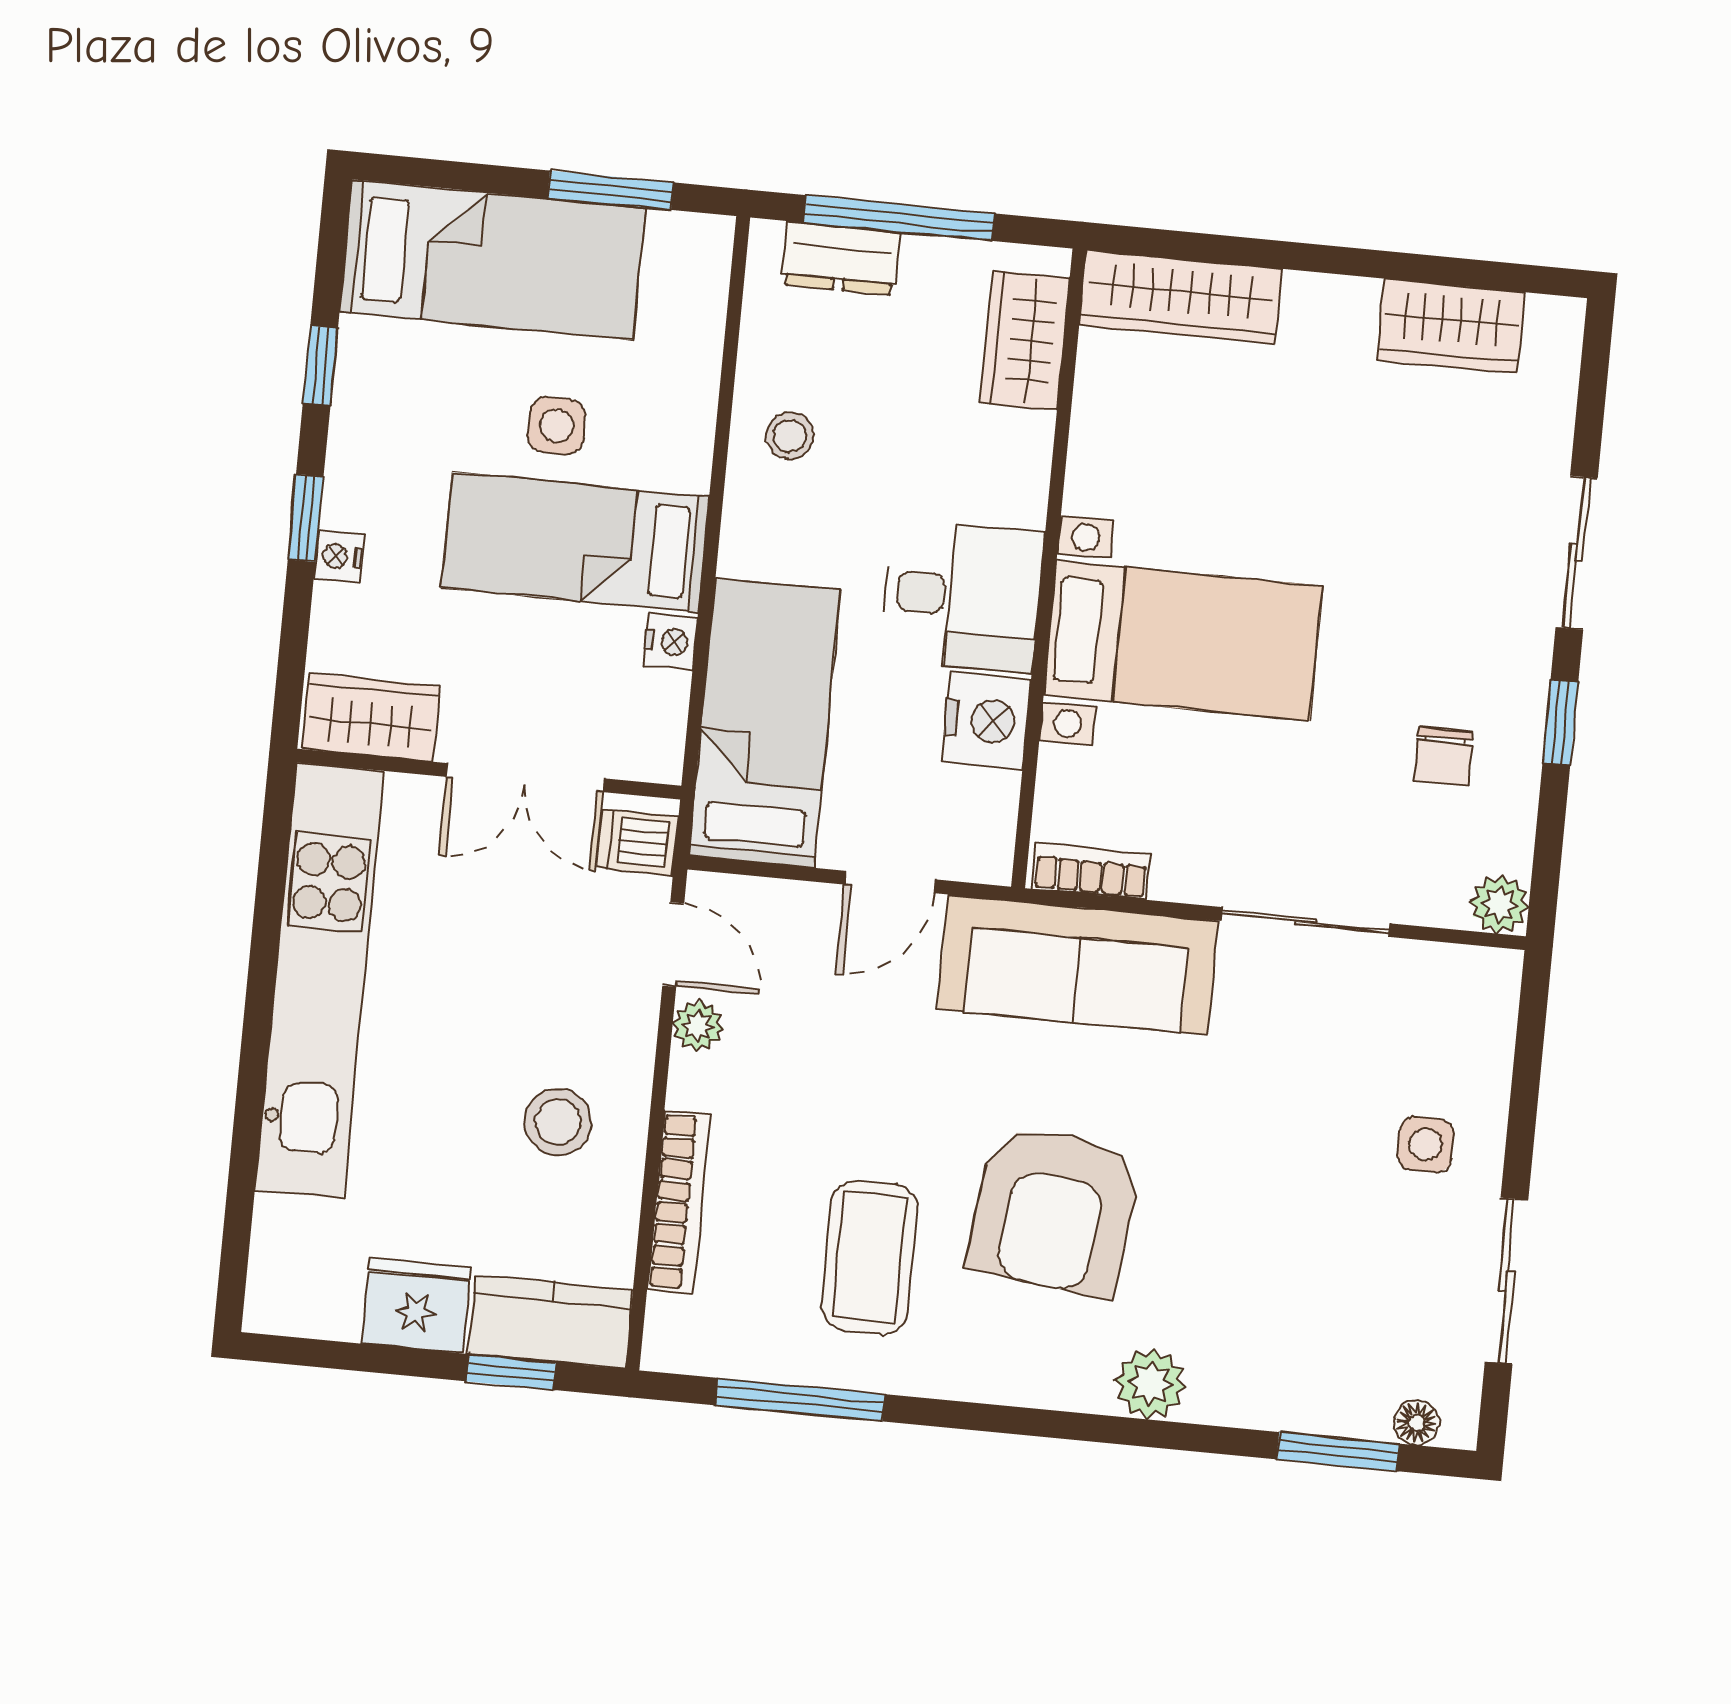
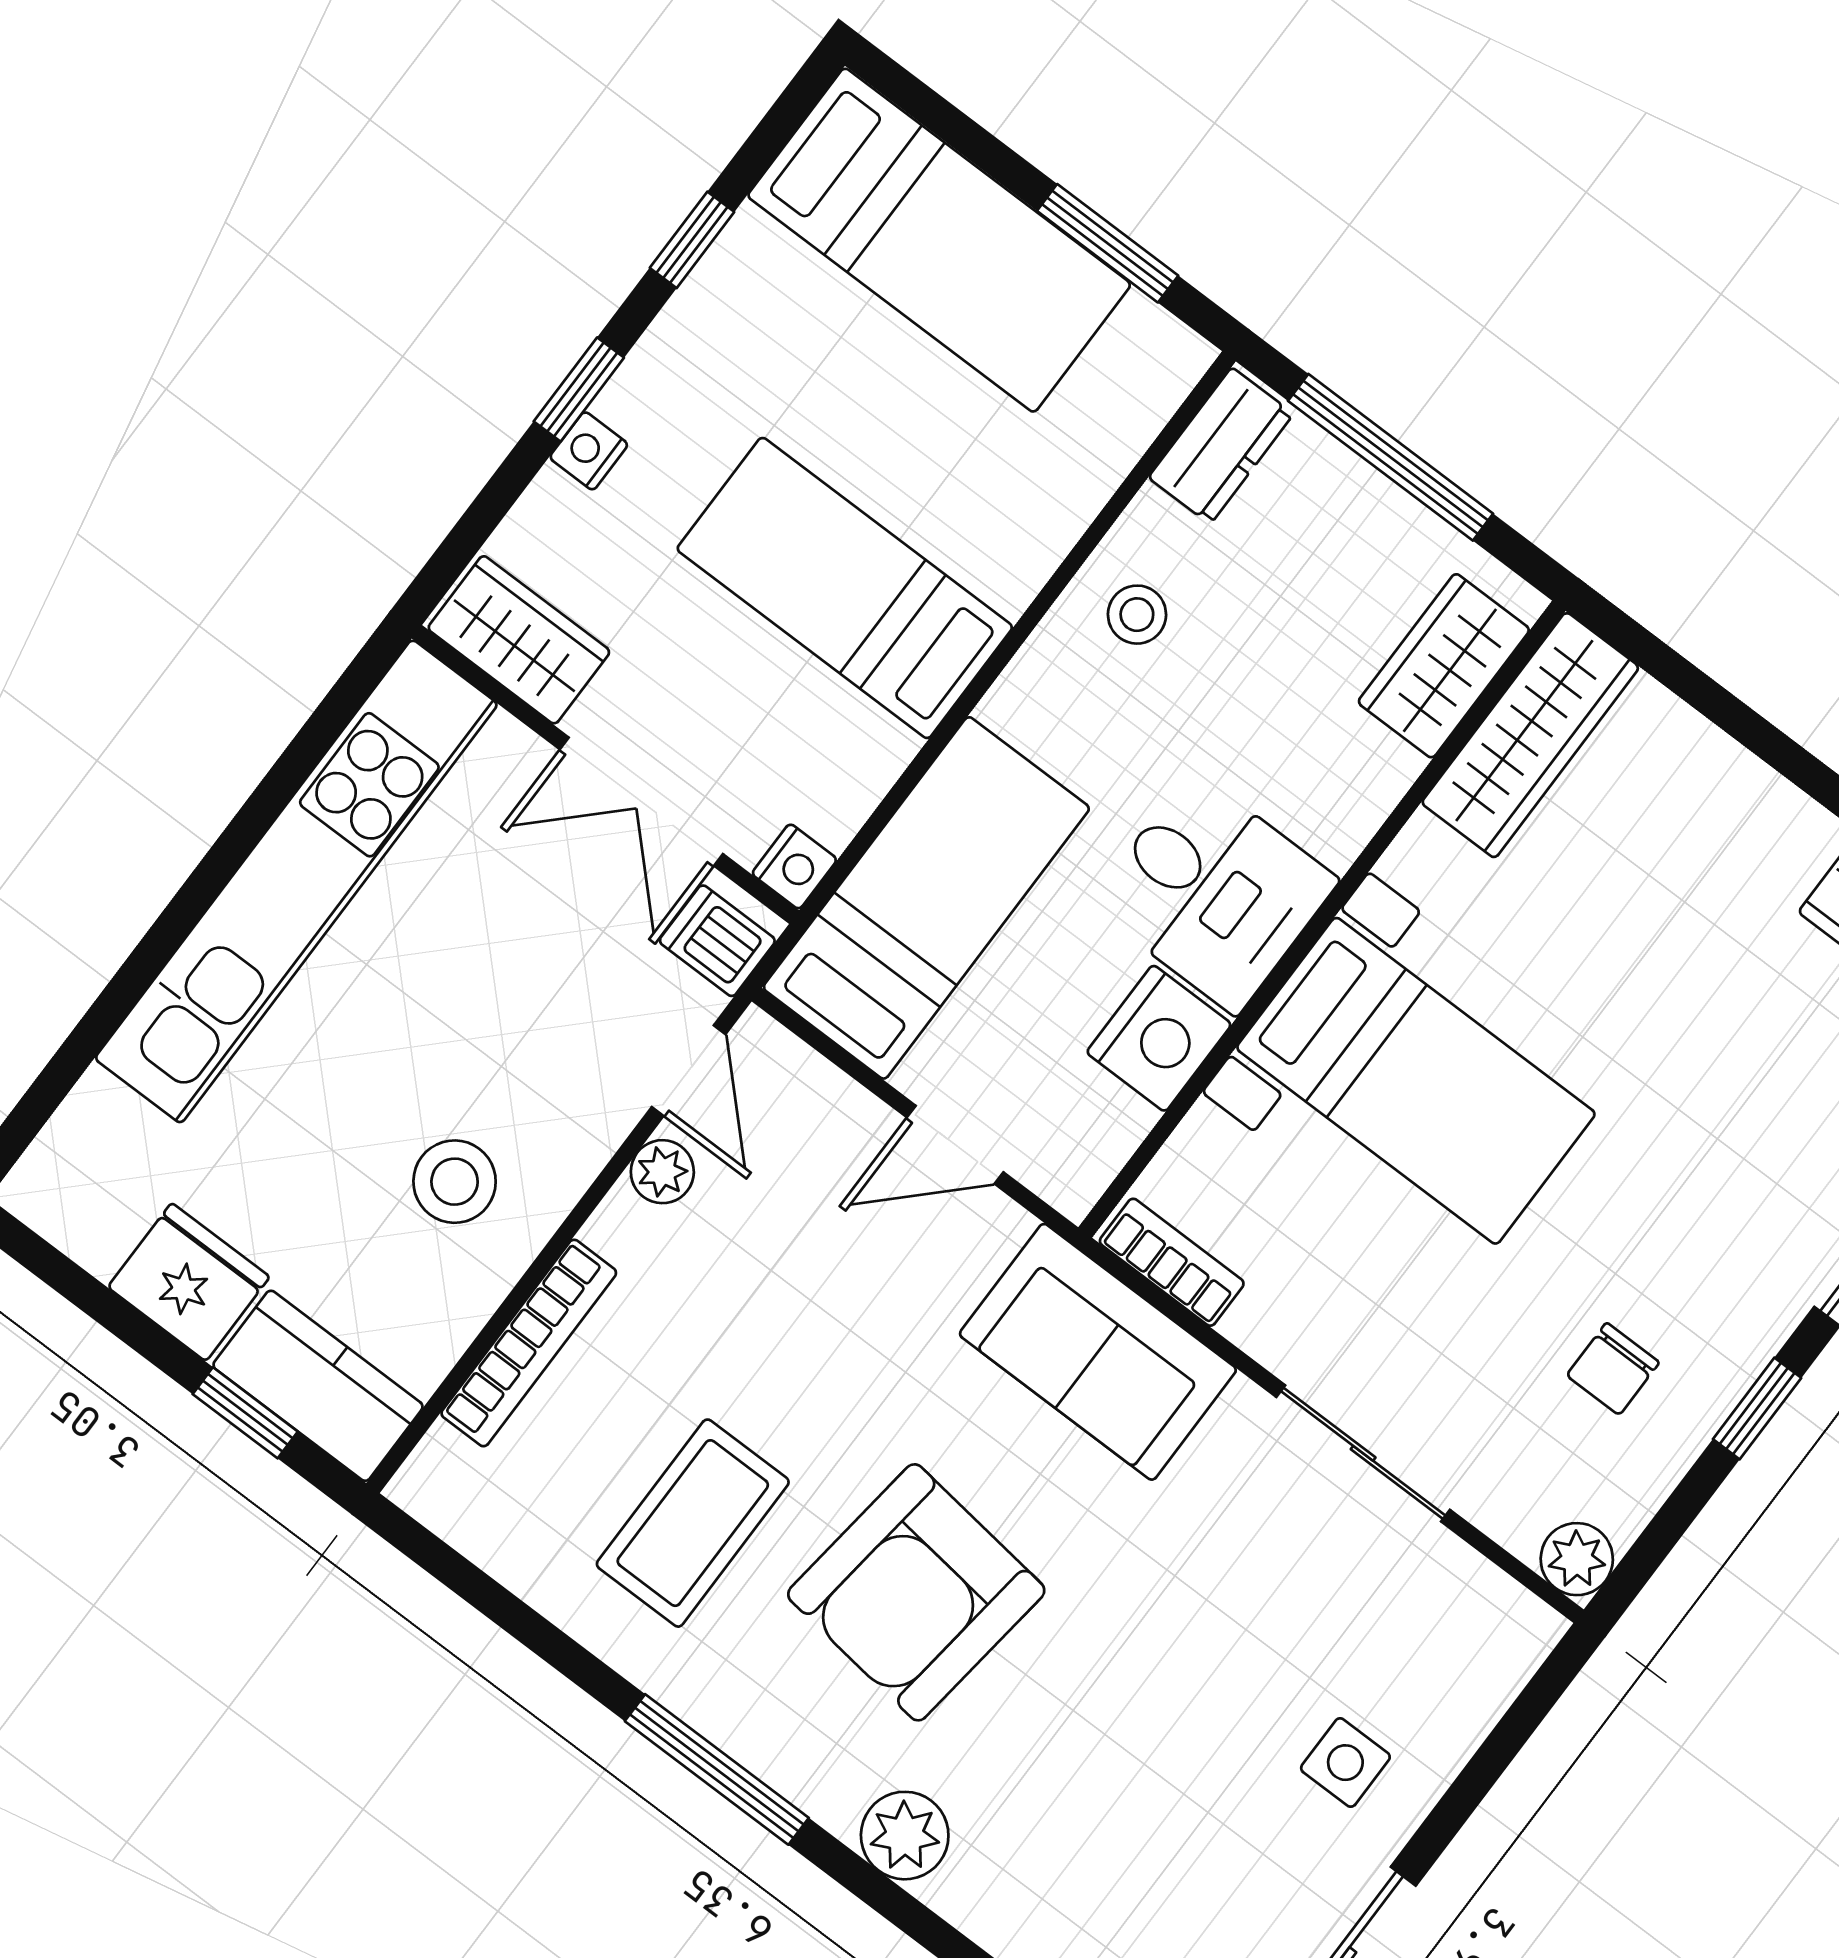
dresser: (841, 258) -> (1221, 446), moved, turned -90
wardrobe: (1180, 297) -> (1530, 735), moved, turned -90
side table: (557, 426) -> (900, 454), removed
nightstand: (671, 642) -> (794, 866), moved
sofa: (1078, 965) -> (1098, 1352), width x0.73
window: (800, 1400) -> (717, 1769), moved

